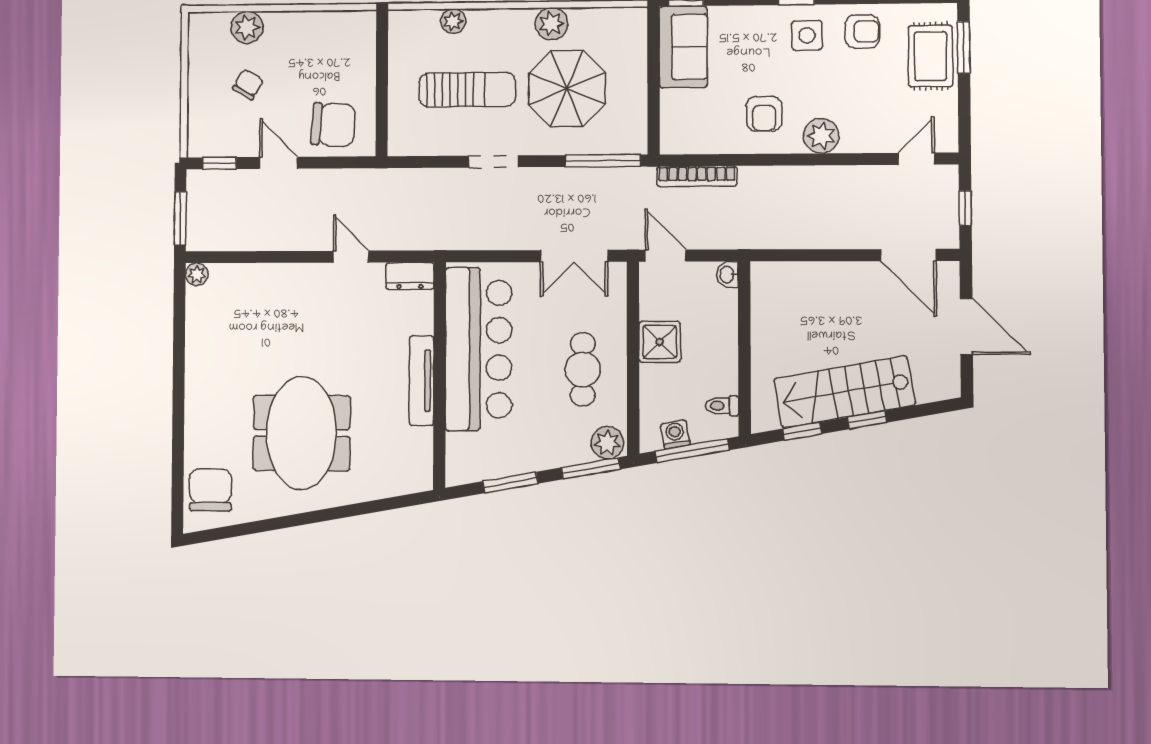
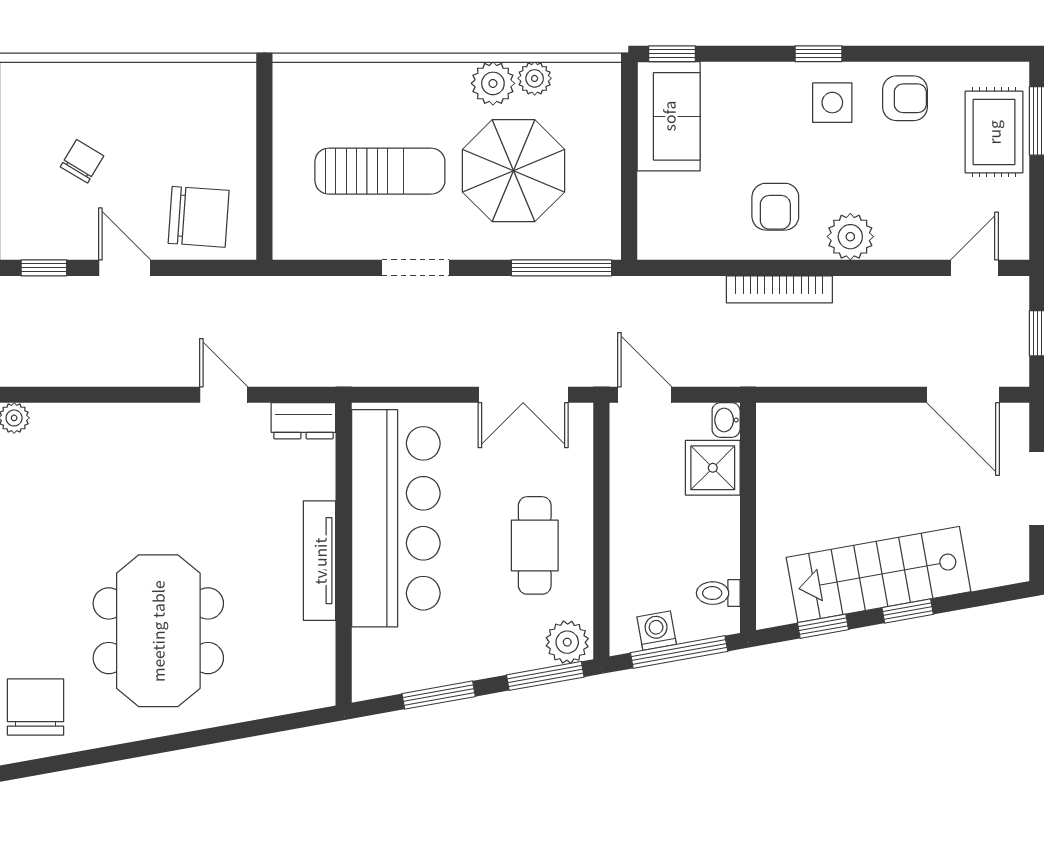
plant: (453, 21) -> (535, 78), moved
plant: (247, 27) -> (80, 84), removed
bookcase: (697, 176) -> (779, 289), moved
shower: (660, 342) -> (713, 468), moved

